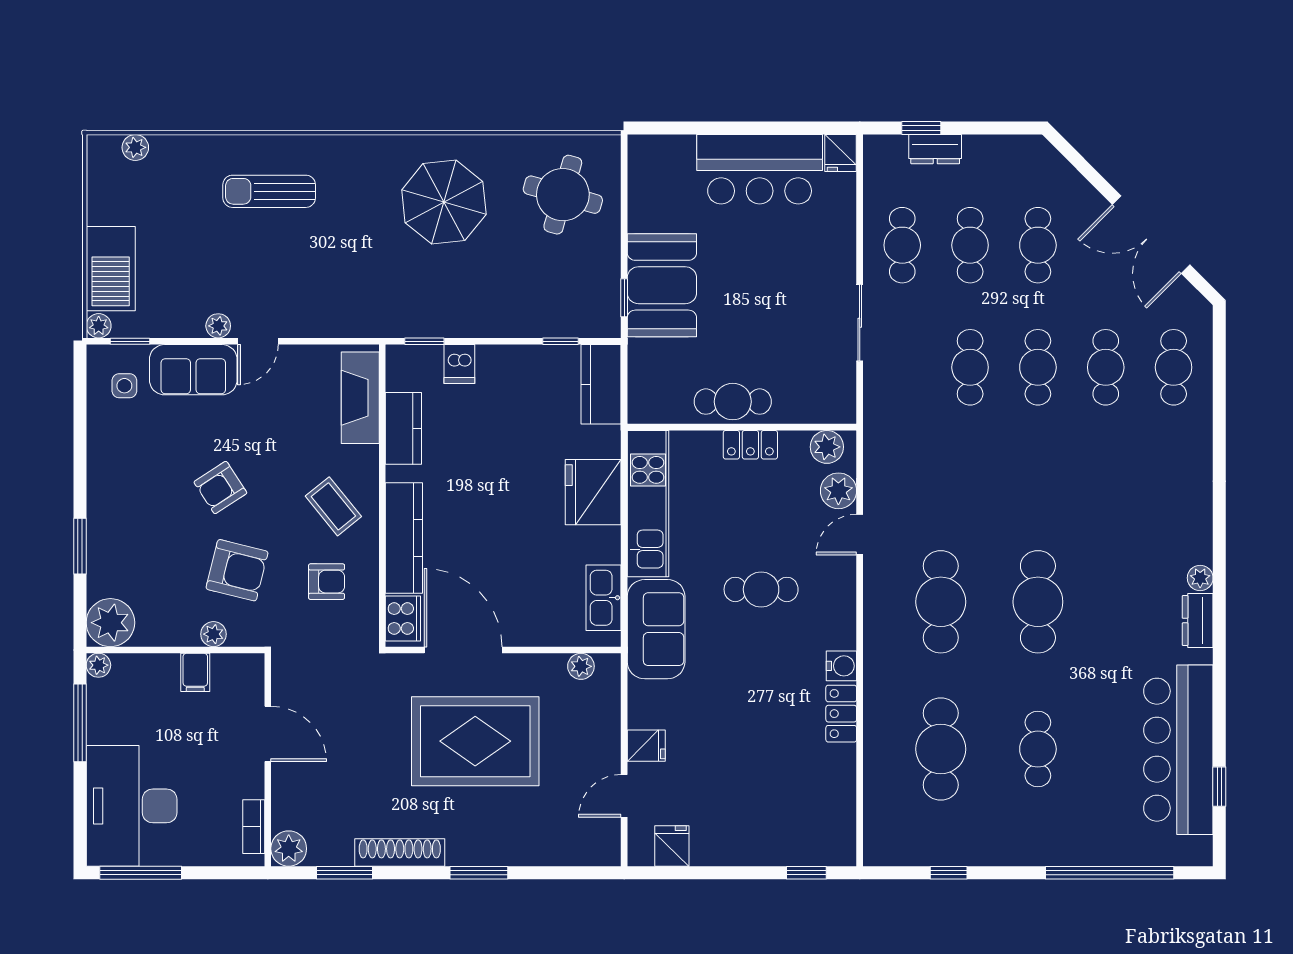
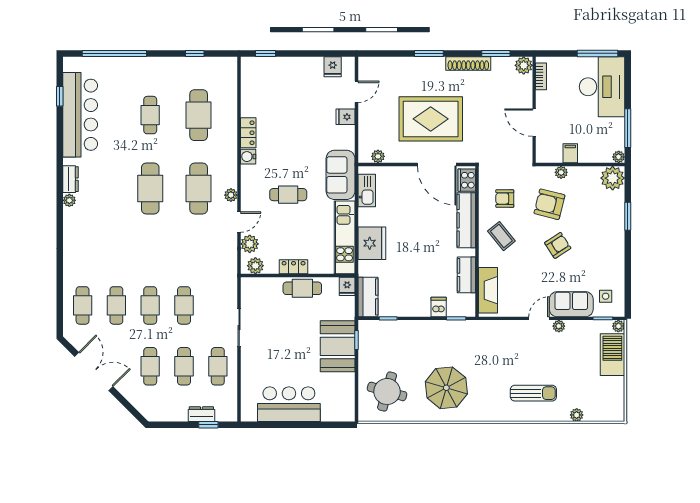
plant: (135, 147) -> (577, 415), moved
fridge: (841, 153) -> (347, 286), moved, turned 180
plant: (876, 589) -> (231, 195), added

